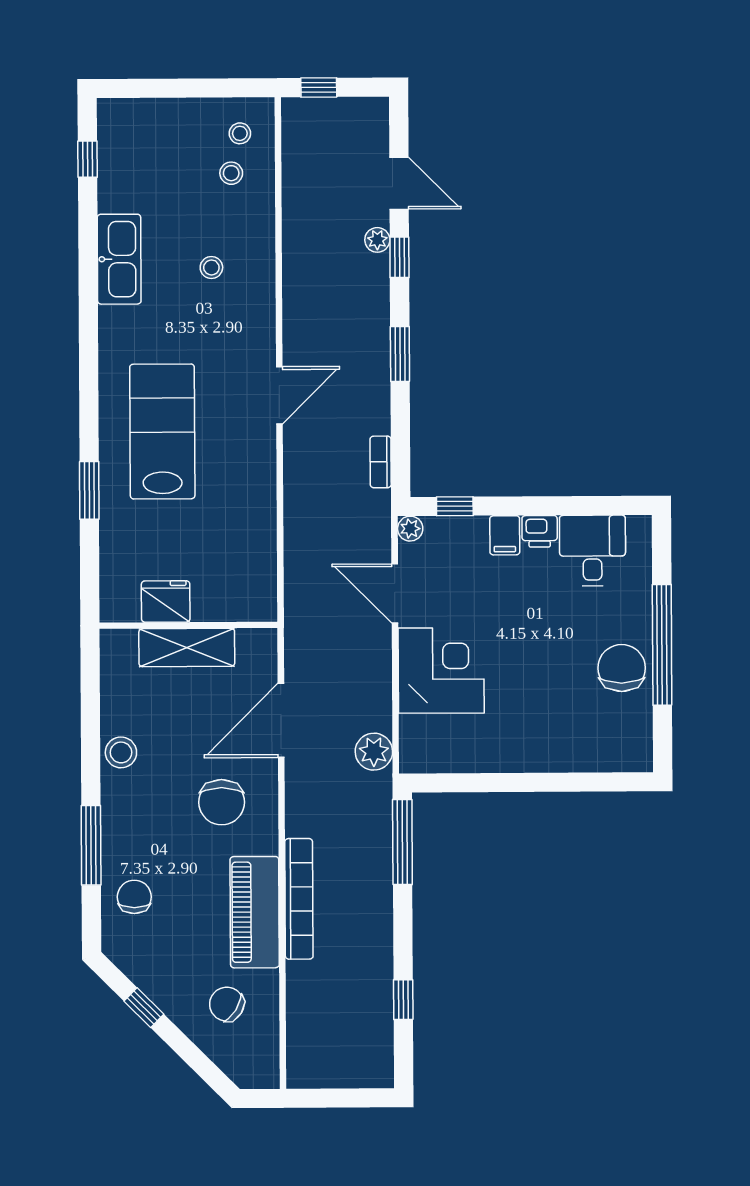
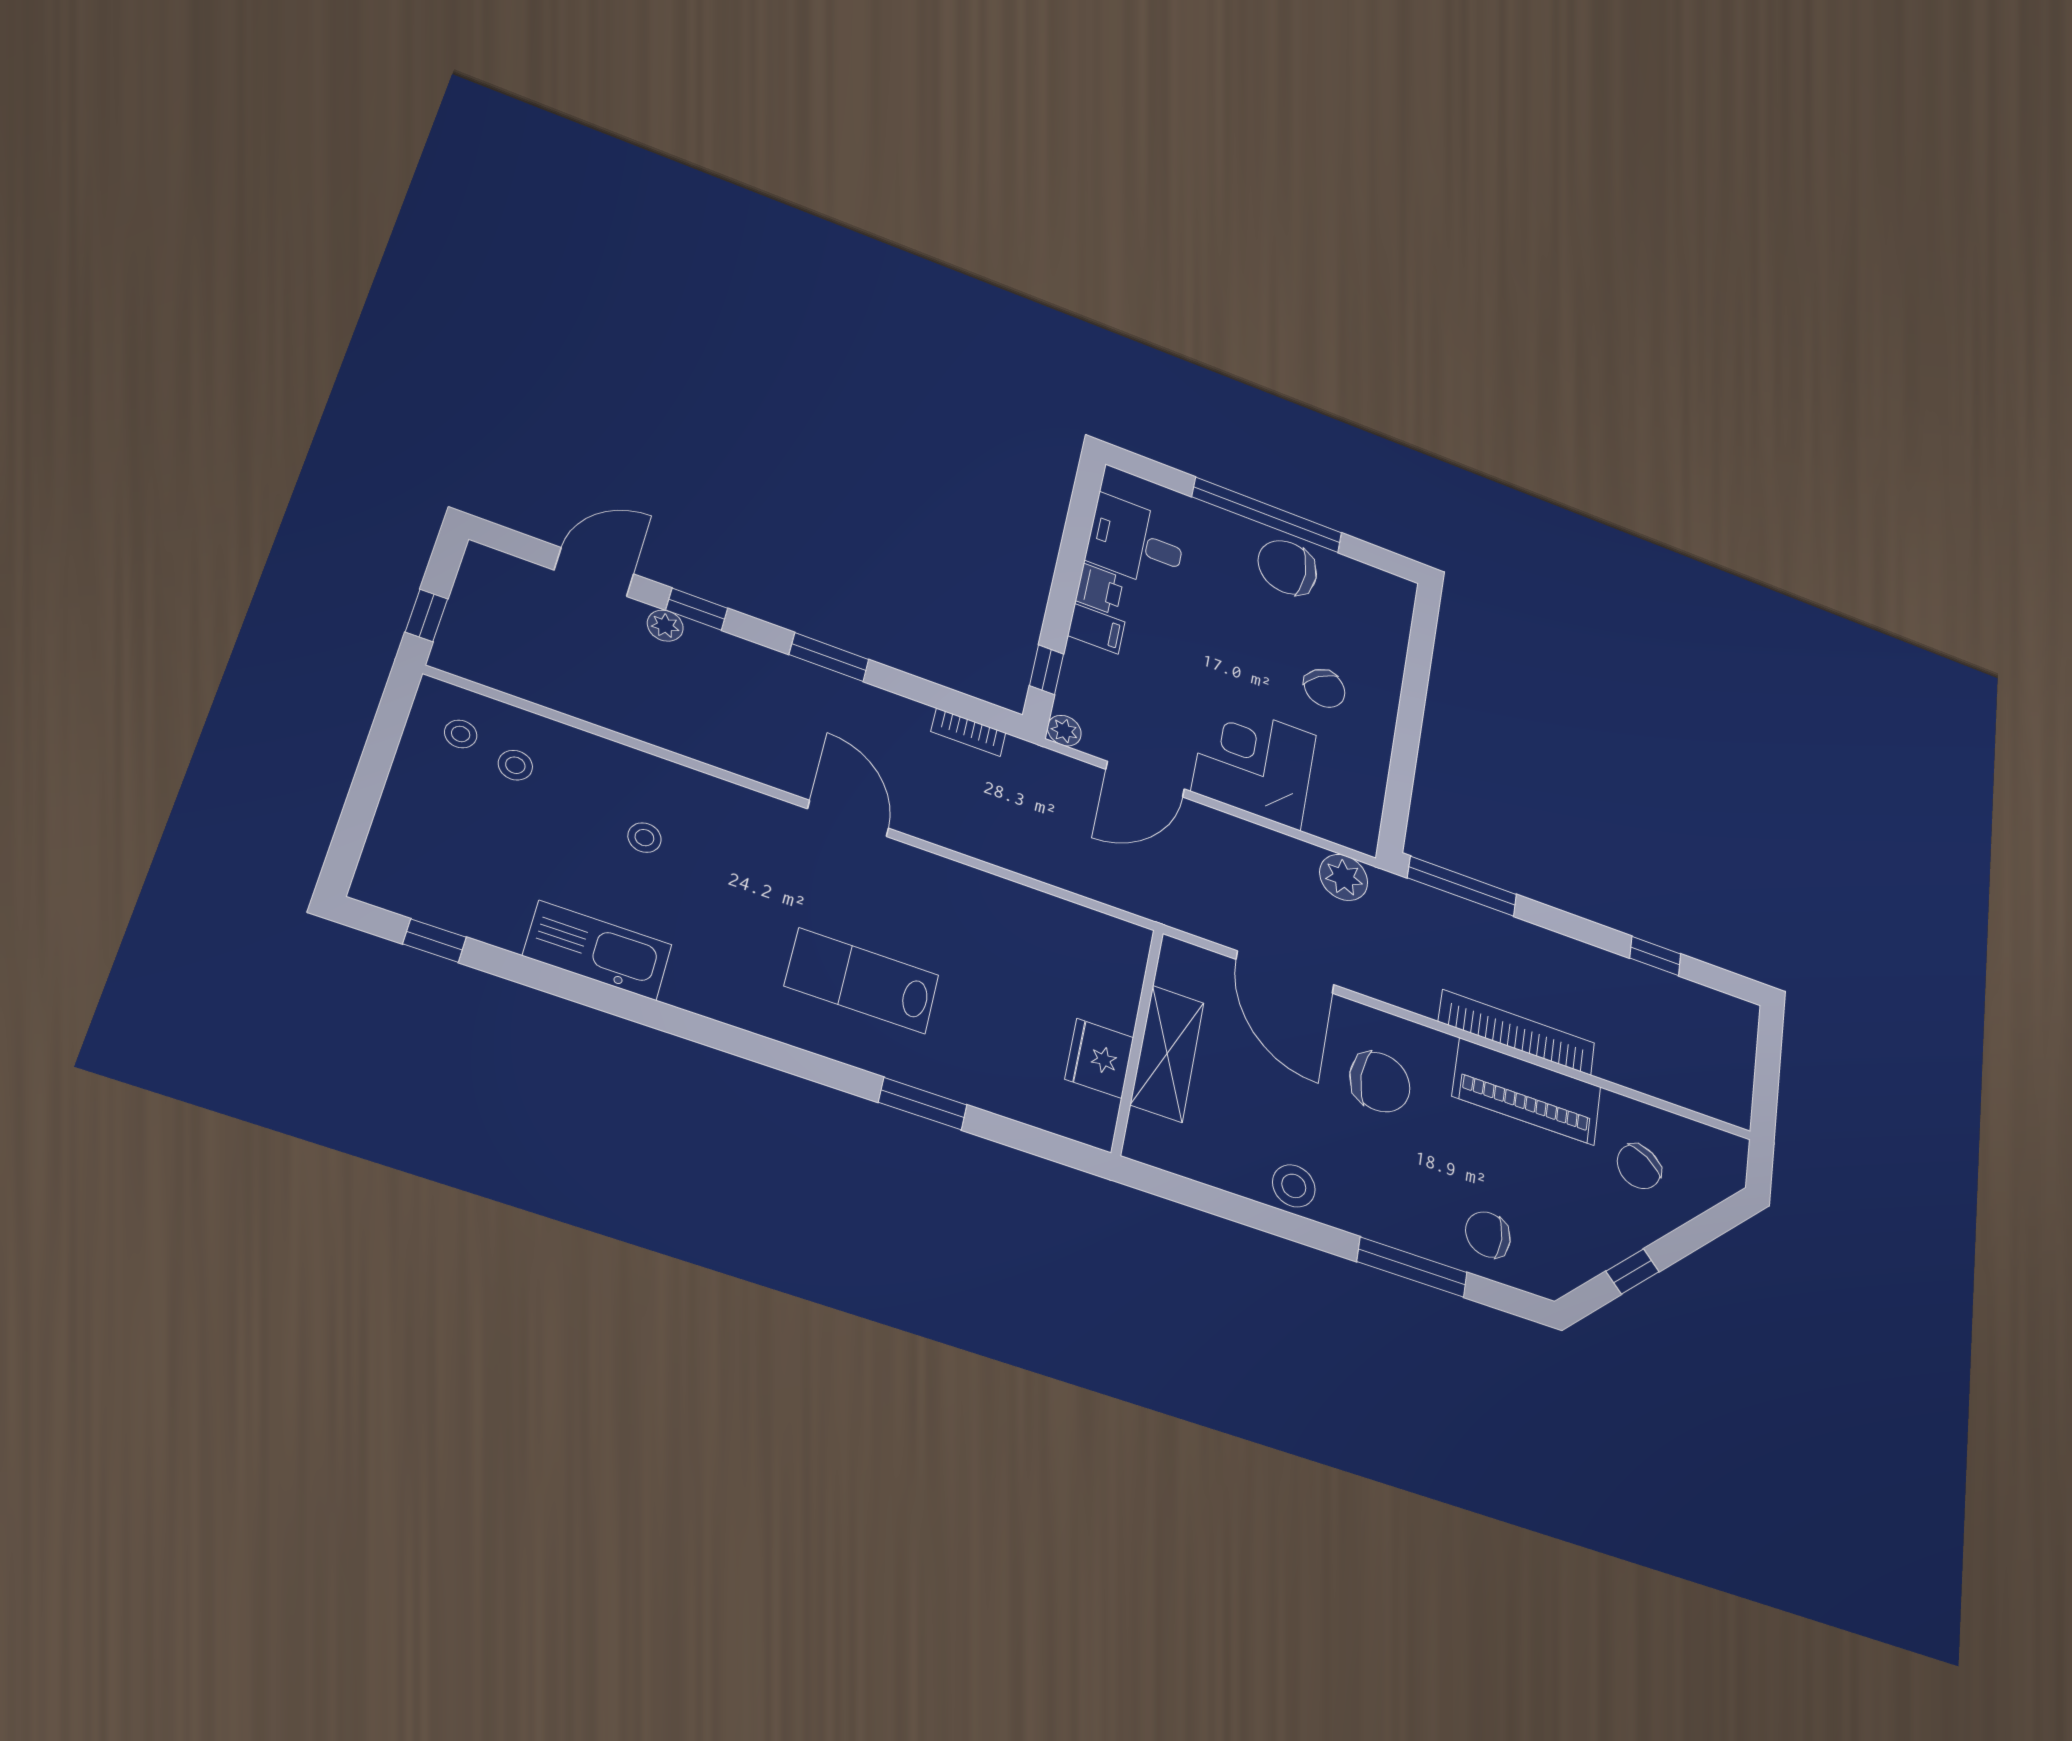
lab bench: (162, 431) -> (862, 981), width x0.73, depth x0.72
chair: (527, 713) -> (1325, 688), added

